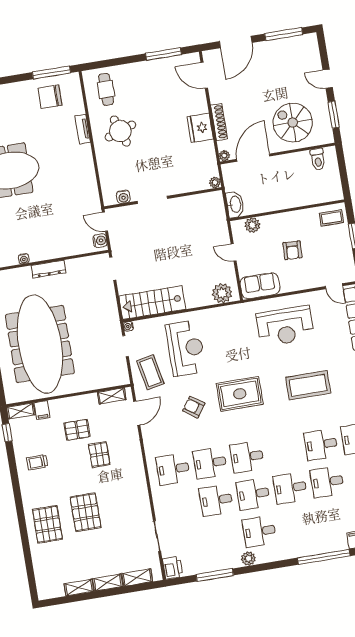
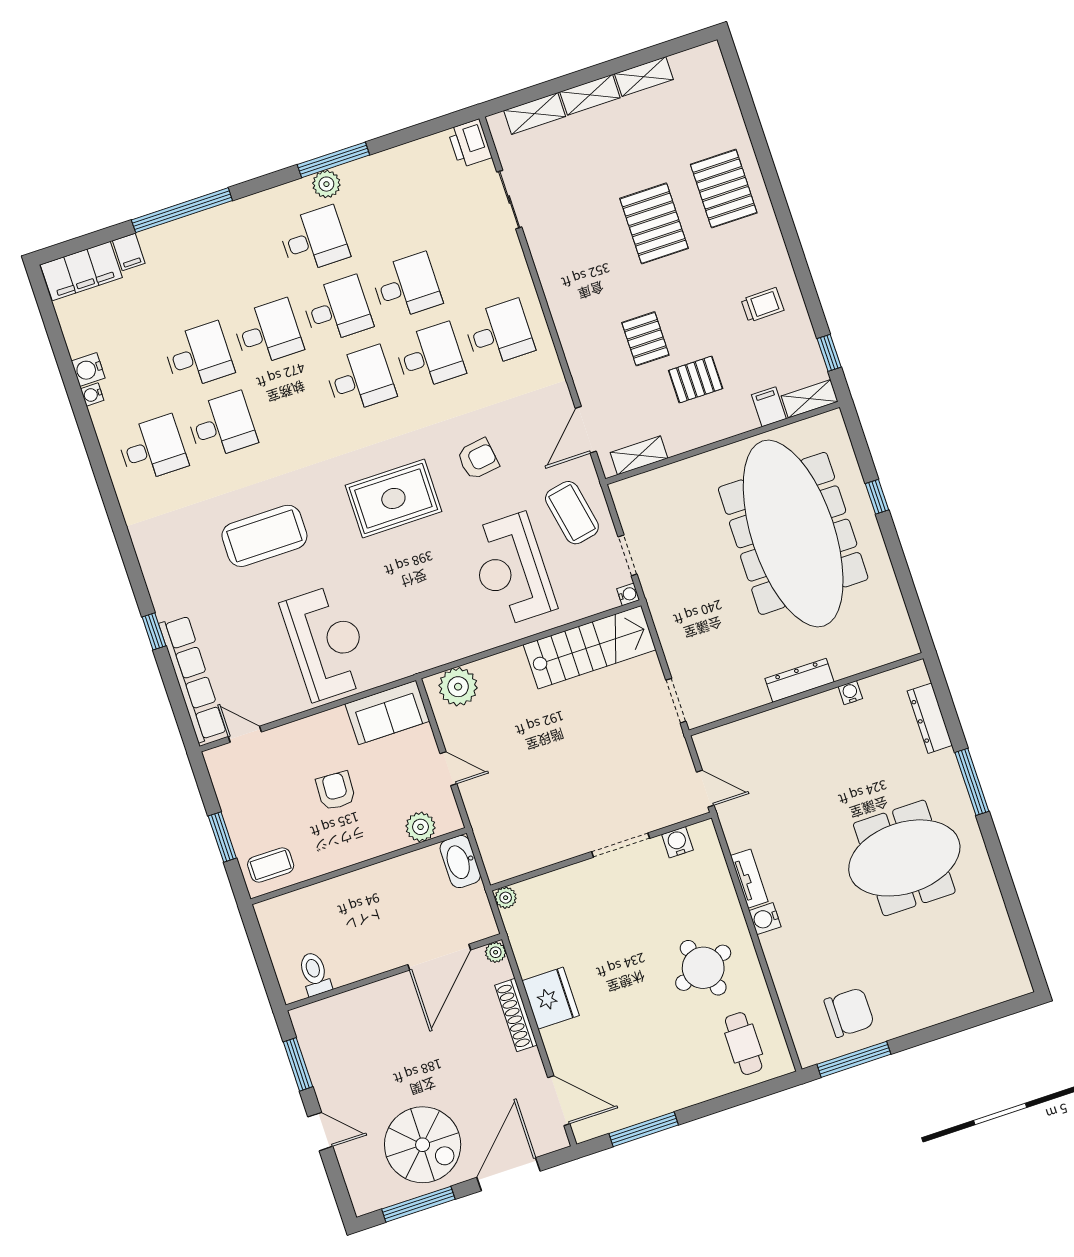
spiral stairs: (293, 123) -> (423, 1145), moved
tv unit: (83, 129) -> (749, 879), moved
water cooler: (100, 241) -> (765, 919), moved
reception desk: (285, 326) -> (327, 643), turned 90
armchair: (194, 407) -> (478, 459), turned -43
window: (215, 575) -> (333, 160), moved

